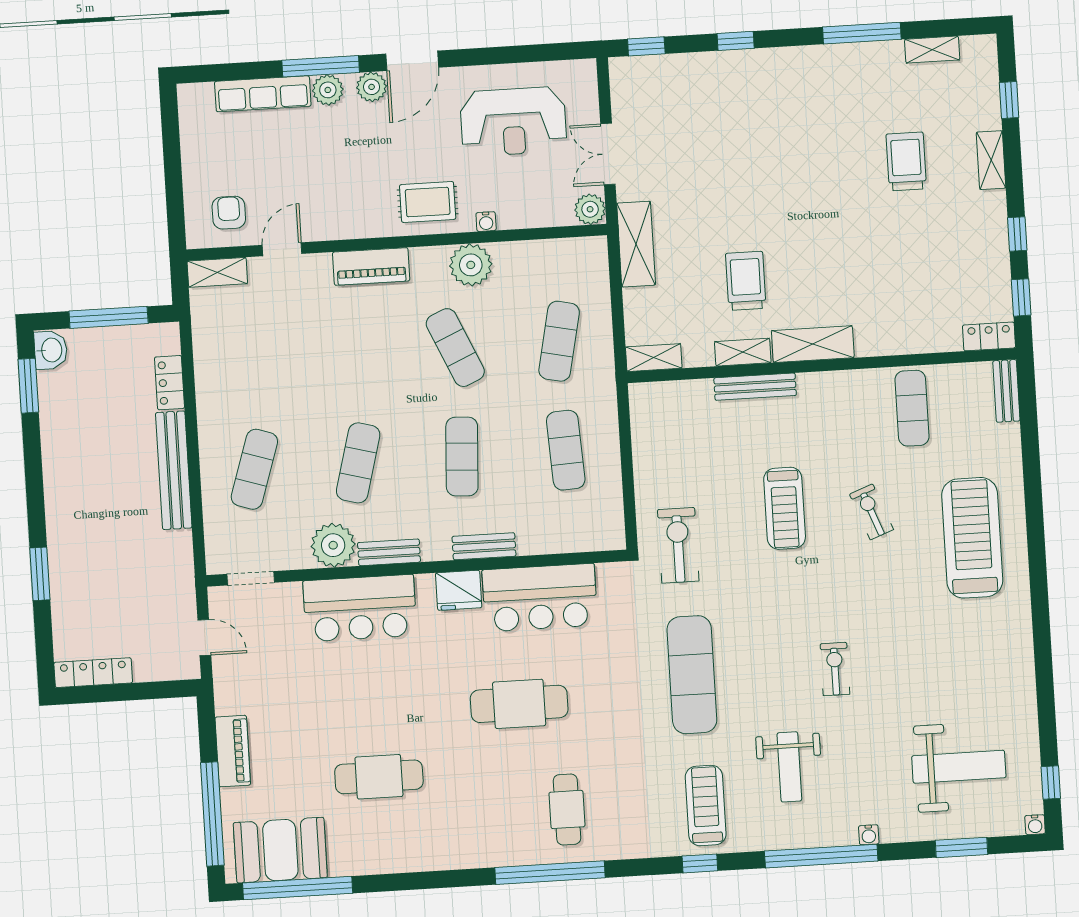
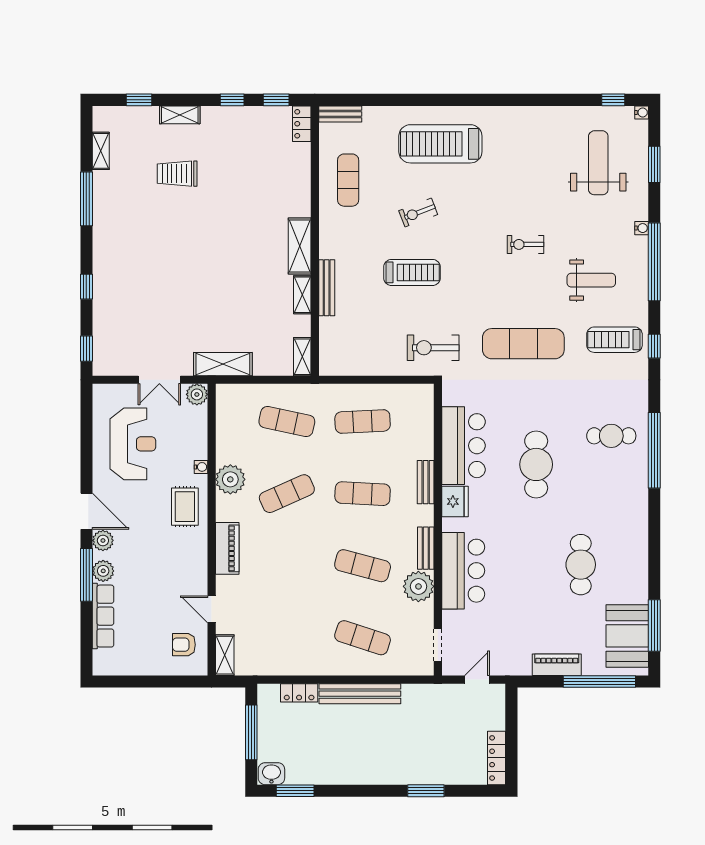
trolley: (746, 281) -> (253, 290), removed
exercise mat: (912, 408) -> (348, 180), turned 90
window: (298, 888) -> (654, 626), width x0.68

